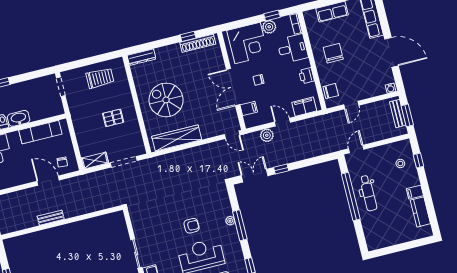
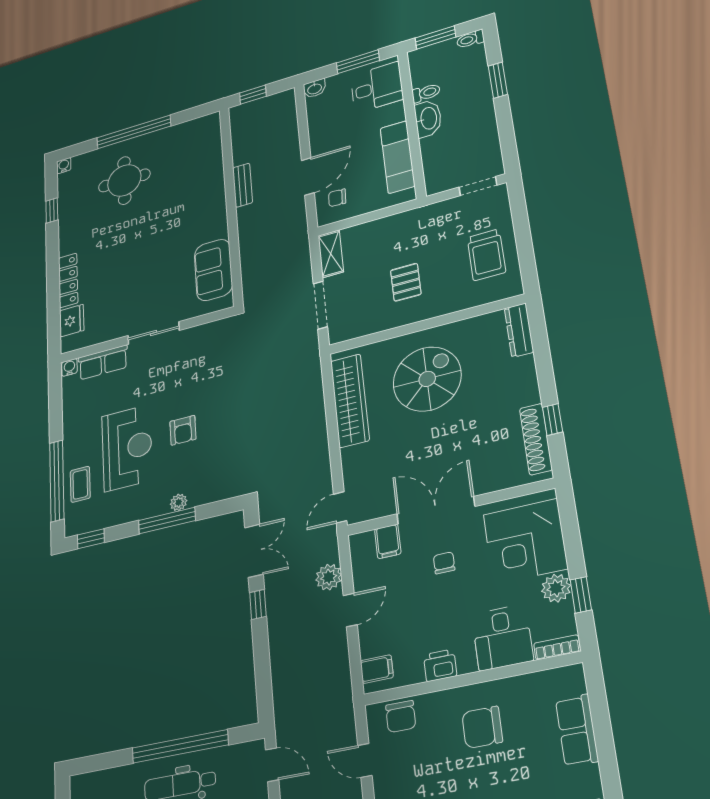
chair: (333, 53) -> (482, 727), turned 180
filing cabinet: (304, 107) -> (377, 669), width x0.50
sofa: (101, 226) -> (213, 270), added

